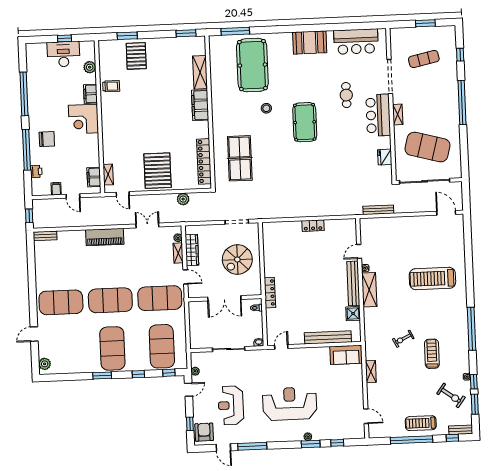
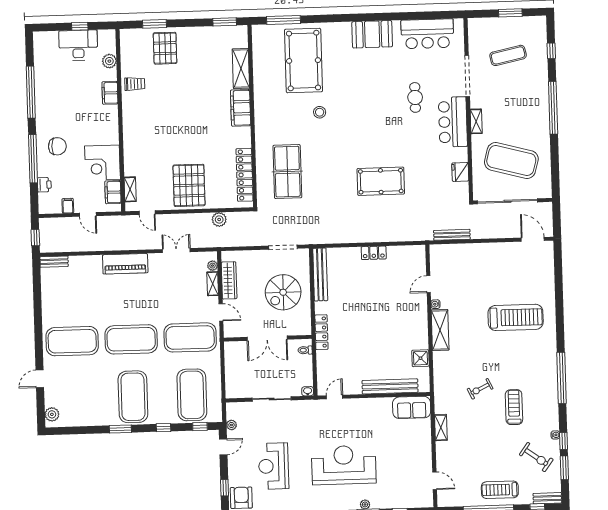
corner desk: (83, 119) -> (102, 163), moved
pool table: (305, 122) -> (381, 181), moved, turned 90
treadmill: (432, 279) -> (516, 317), turned 180
bench: (353, 283) -> (320, 274), moved

